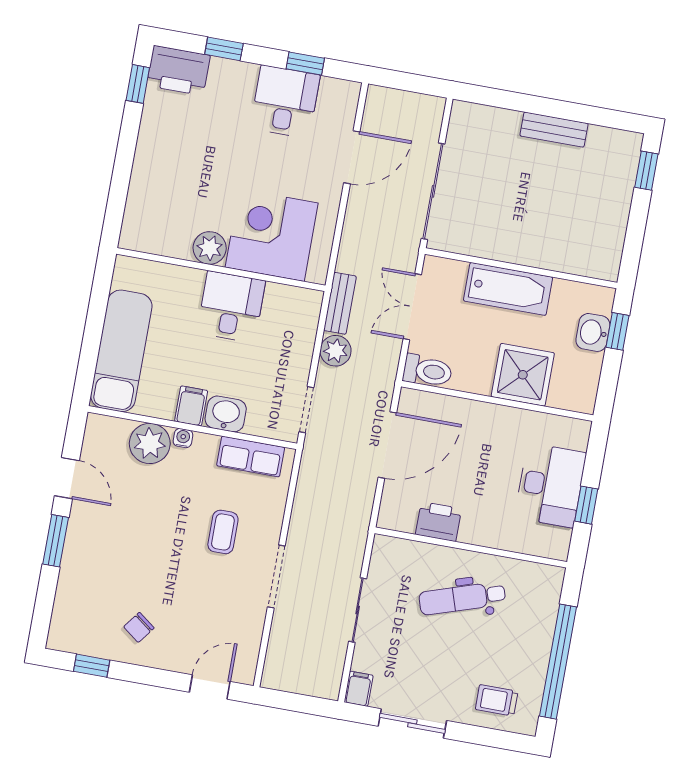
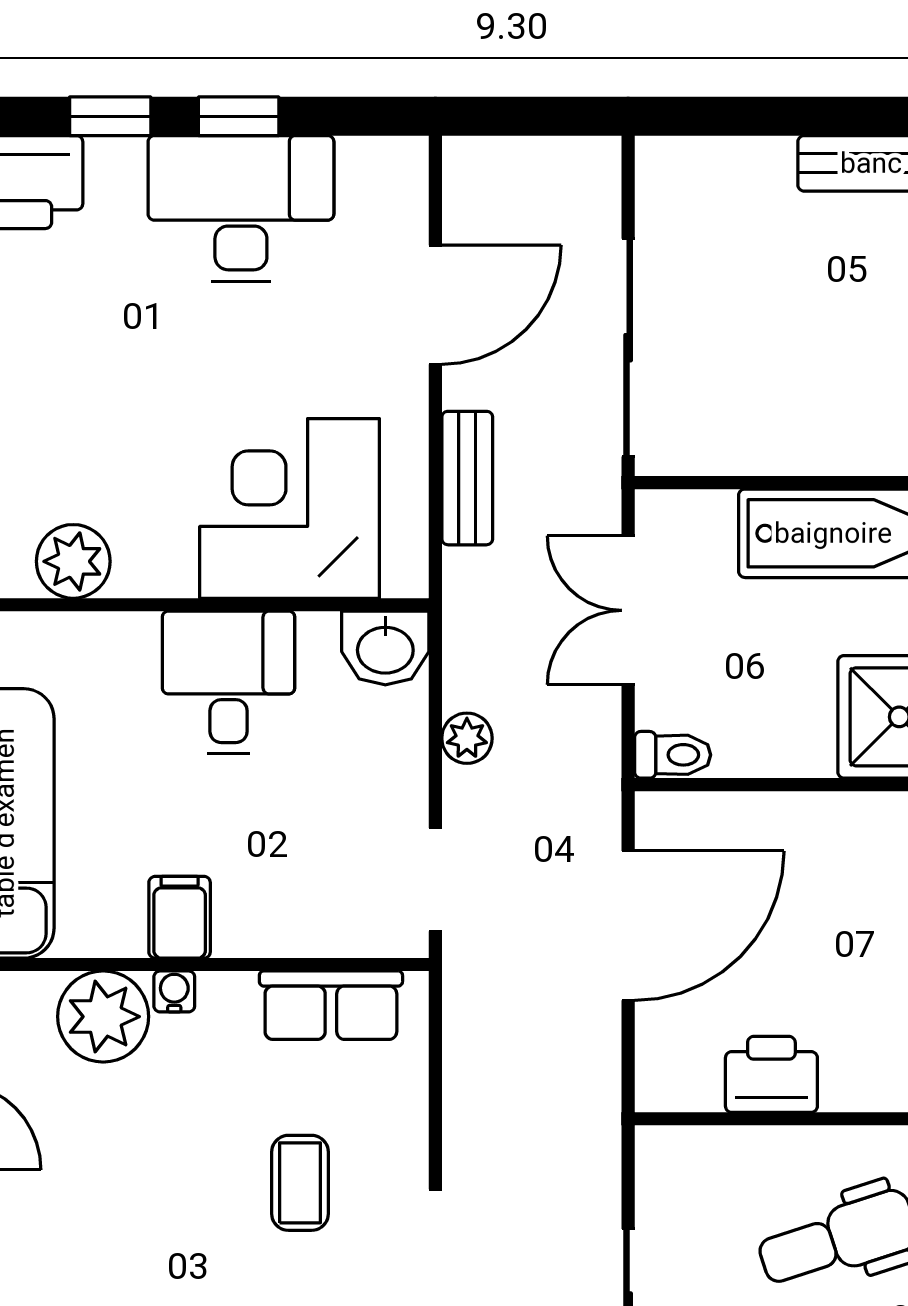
window: (305, 64) -> (239, 116), moved
desk: (285, 102) -> (241, 209), width x1.37
plant: (210, 248) -> (73, 561), moved
bench: (340, 303) -> (467, 478), moved
plant: (336, 351) -> (467, 738), width x0.73, depth x0.73
toilet: (427, 371) -> (673, 755), width x0.73, depth x0.72
washbasin: (226, 414) -> (385, 648), moved, turned 180

